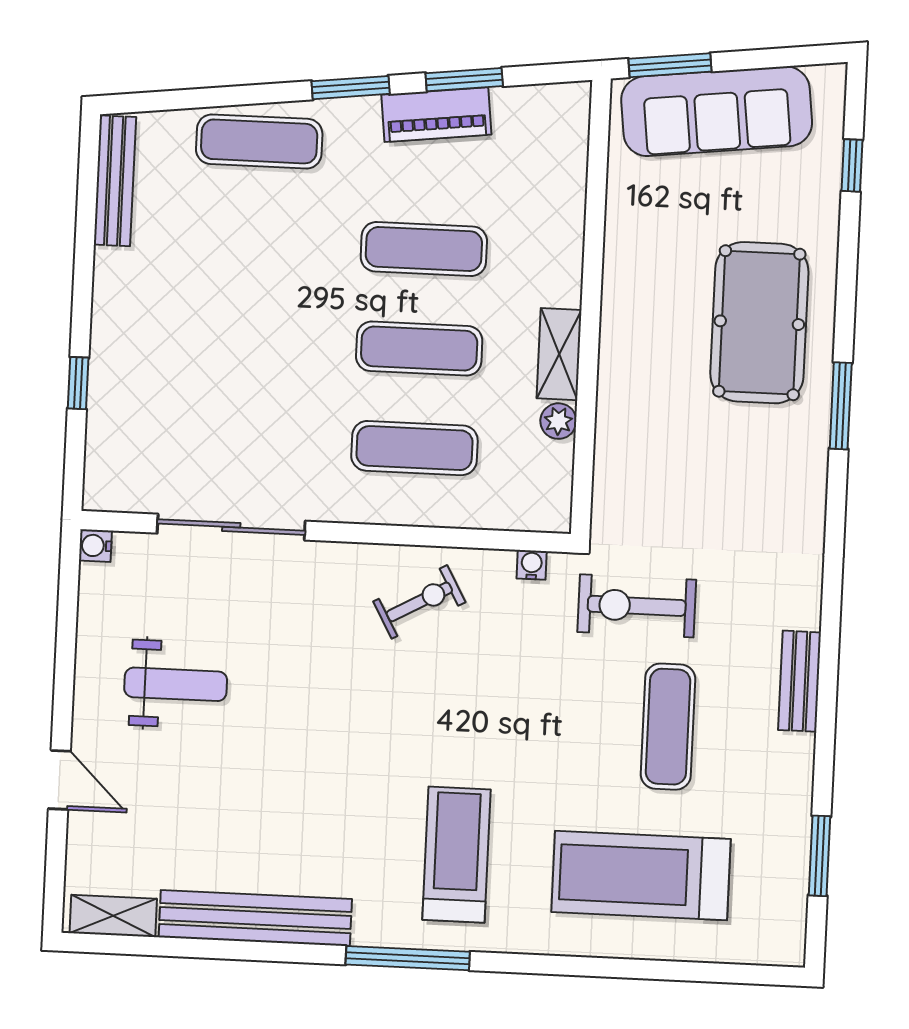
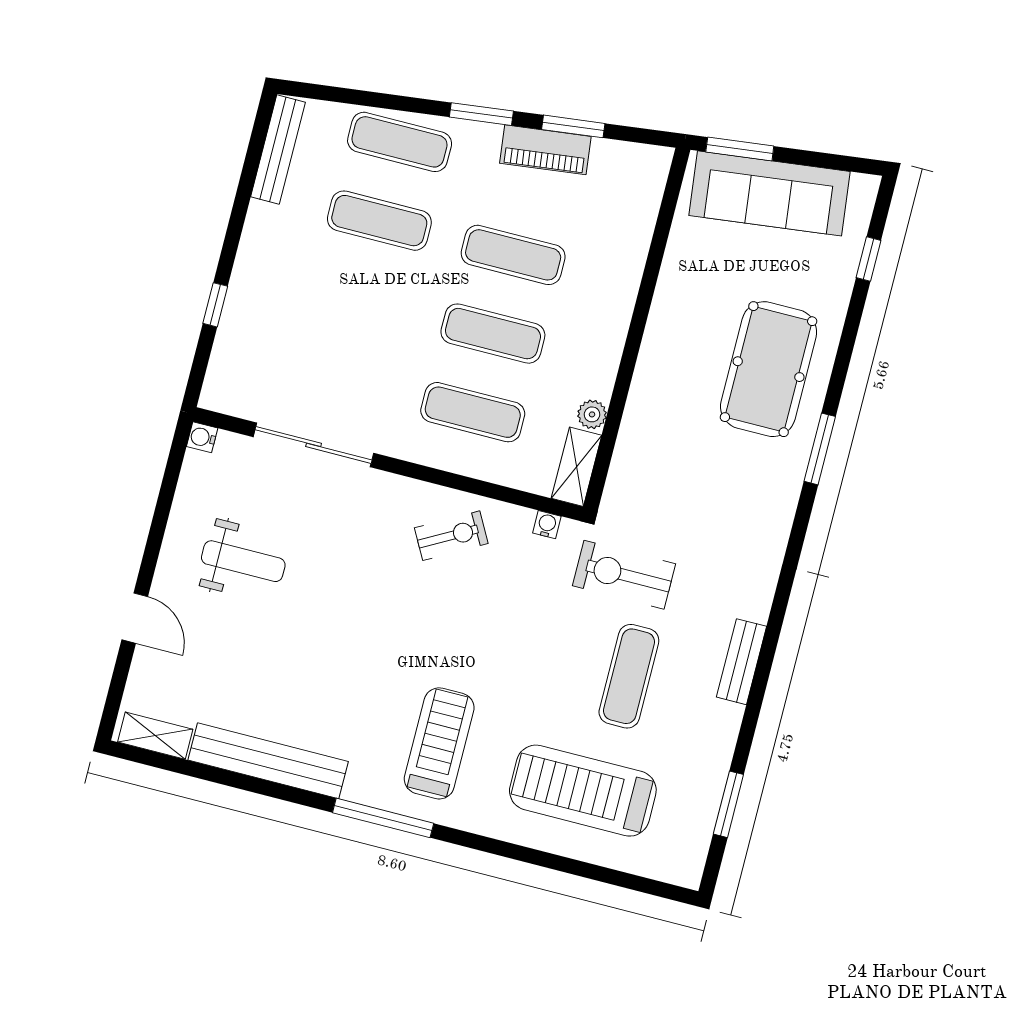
exercise mat: (254, 241) -> (379, 221), added
shelving: (559, 354) -> (577, 467), moved

